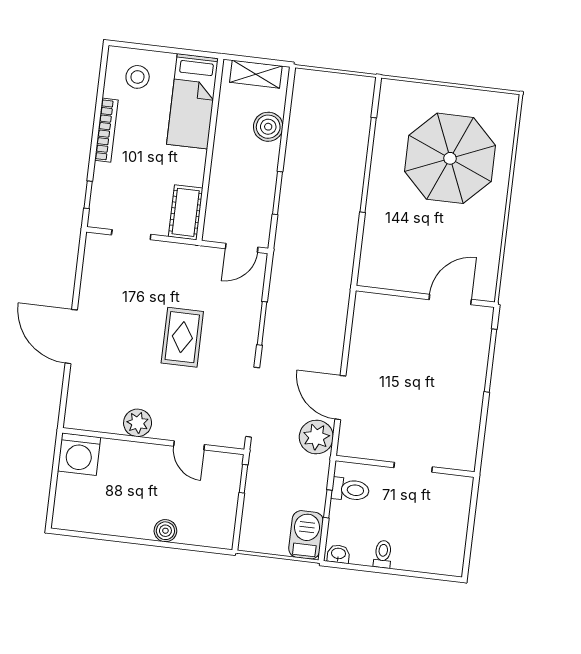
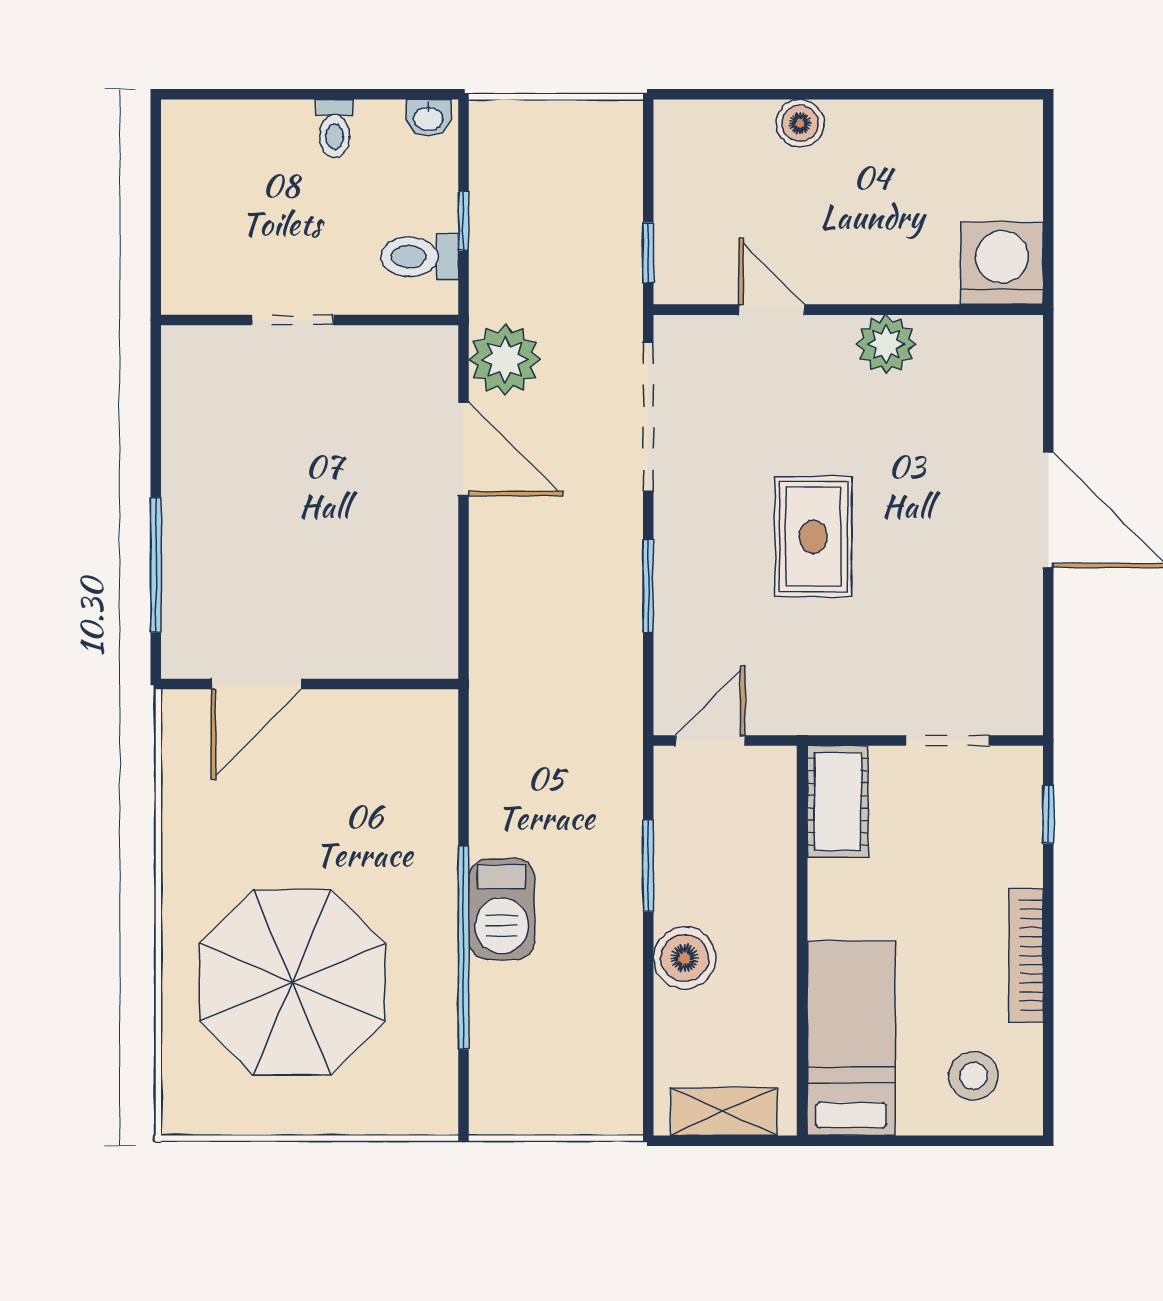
boiler: (268, 127) -> (685, 958), moved
barbecue: (306, 535) -> (502, 909), moved

